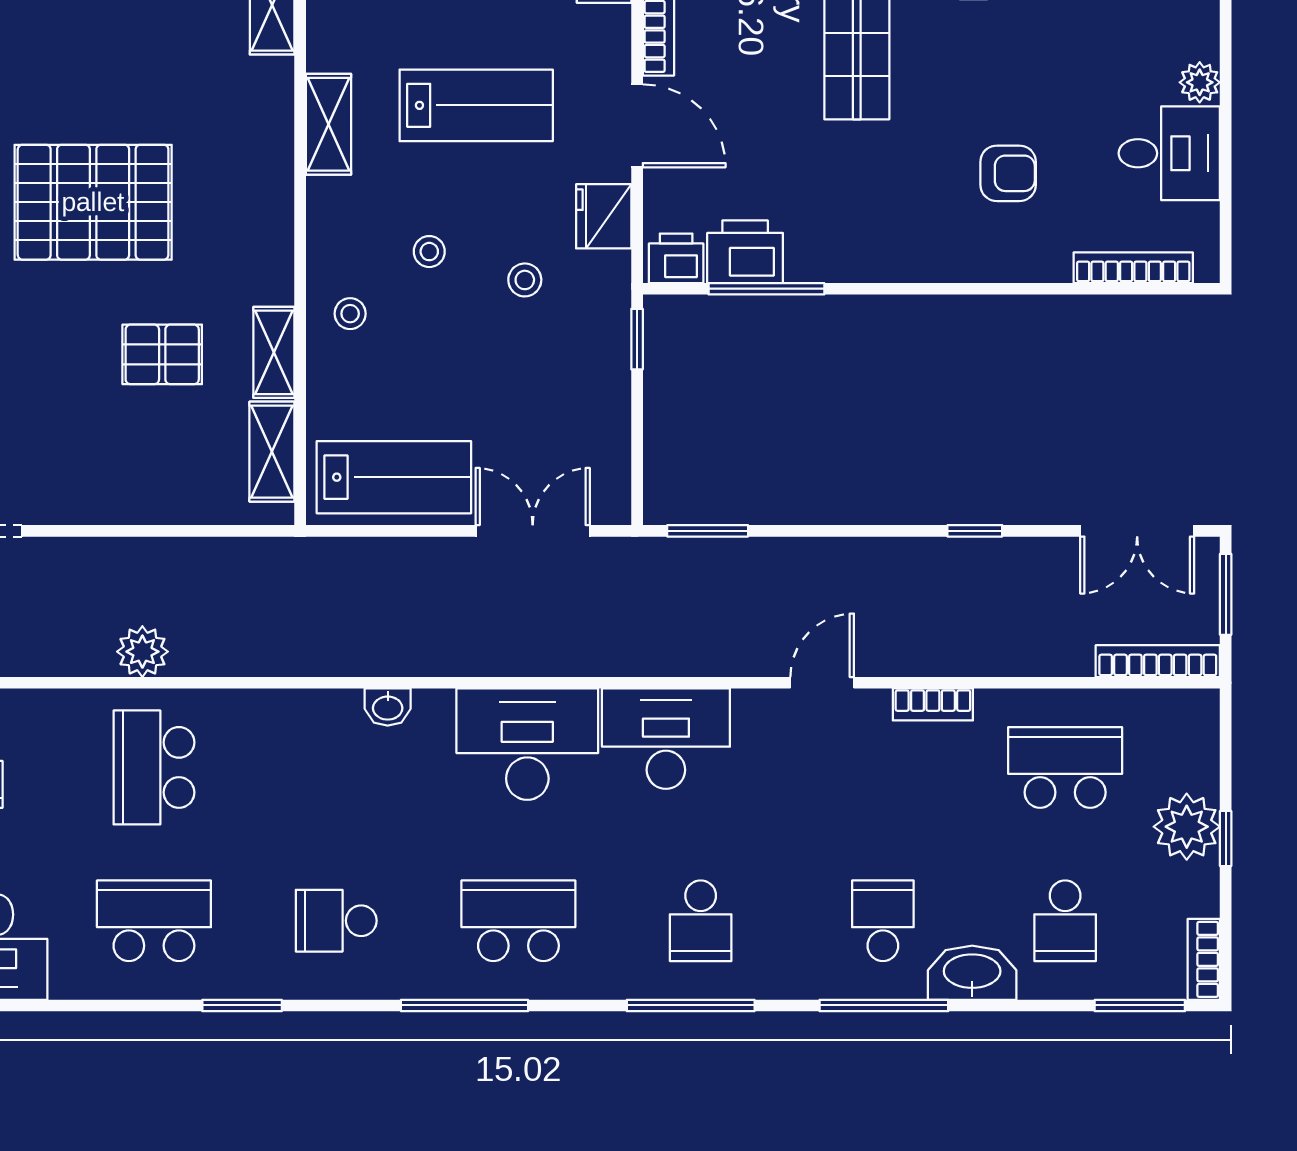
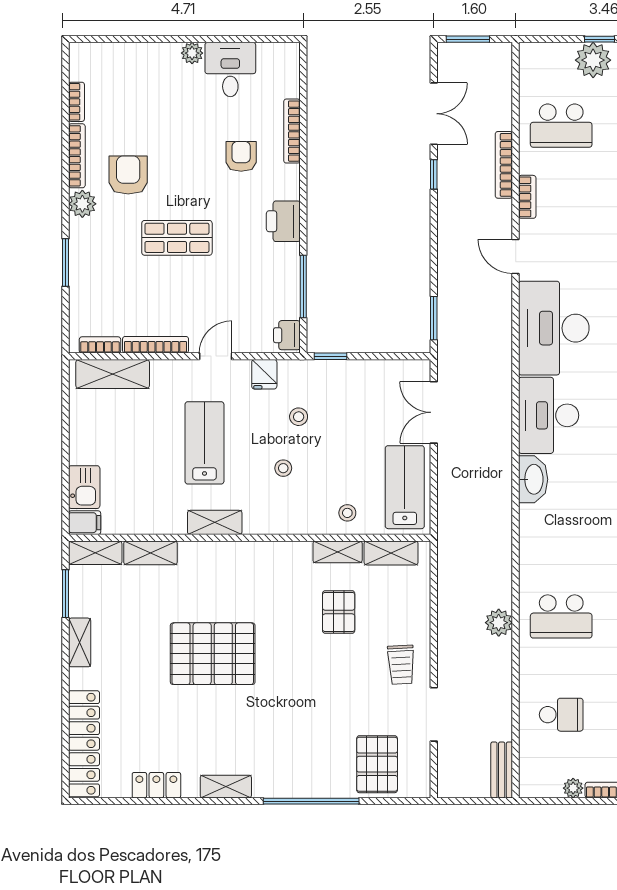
door: (637, 126) -> (216, 356), width x0.73
pallet: (93, 202) -> (213, 654), moved, turned 90
fridge: (604, 216) -> (264, 374), width x0.72
printer: (745, 252) -> (283, 221), moved
bookcase: (1133, 268) -> (292, 131), moved
stool: (350, 314) -> (347, 513), moved
trolley: (64, 470) -> (401, 665), added
double door: (1137, 531) -> (434, 114), moved
bookcase: (1158, 661) -> (504, 165), moved
washbasin: (388, 707) -> (533, 479), width x1.91, depth x1.45
desk: (666, 739) -> (554, 328), width x1.36, depth x1.30
school desk: (1065, 767) -> (561, 126), turned -90

